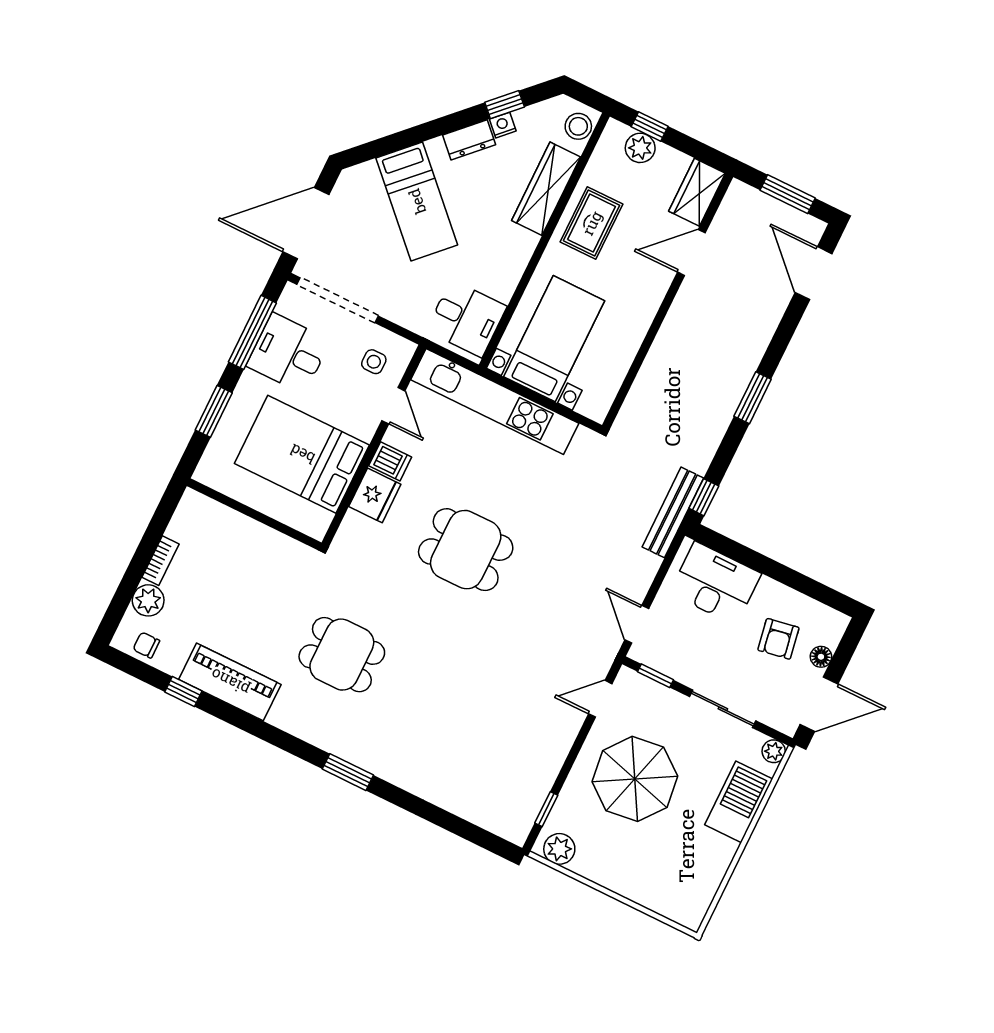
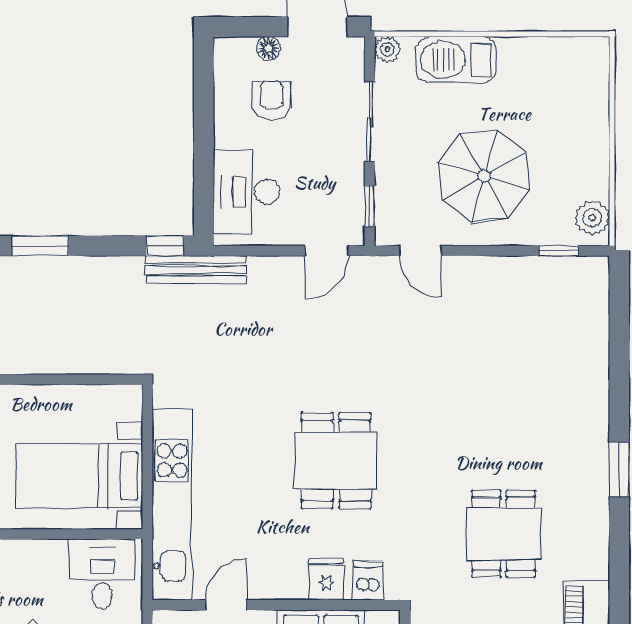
dishwasher: (390, 461) -> (368, 581), moved
fridge: (375, 495) -> (326, 579), width x0.72
armchair: (778, 639) -> (271, 100), turned -80

